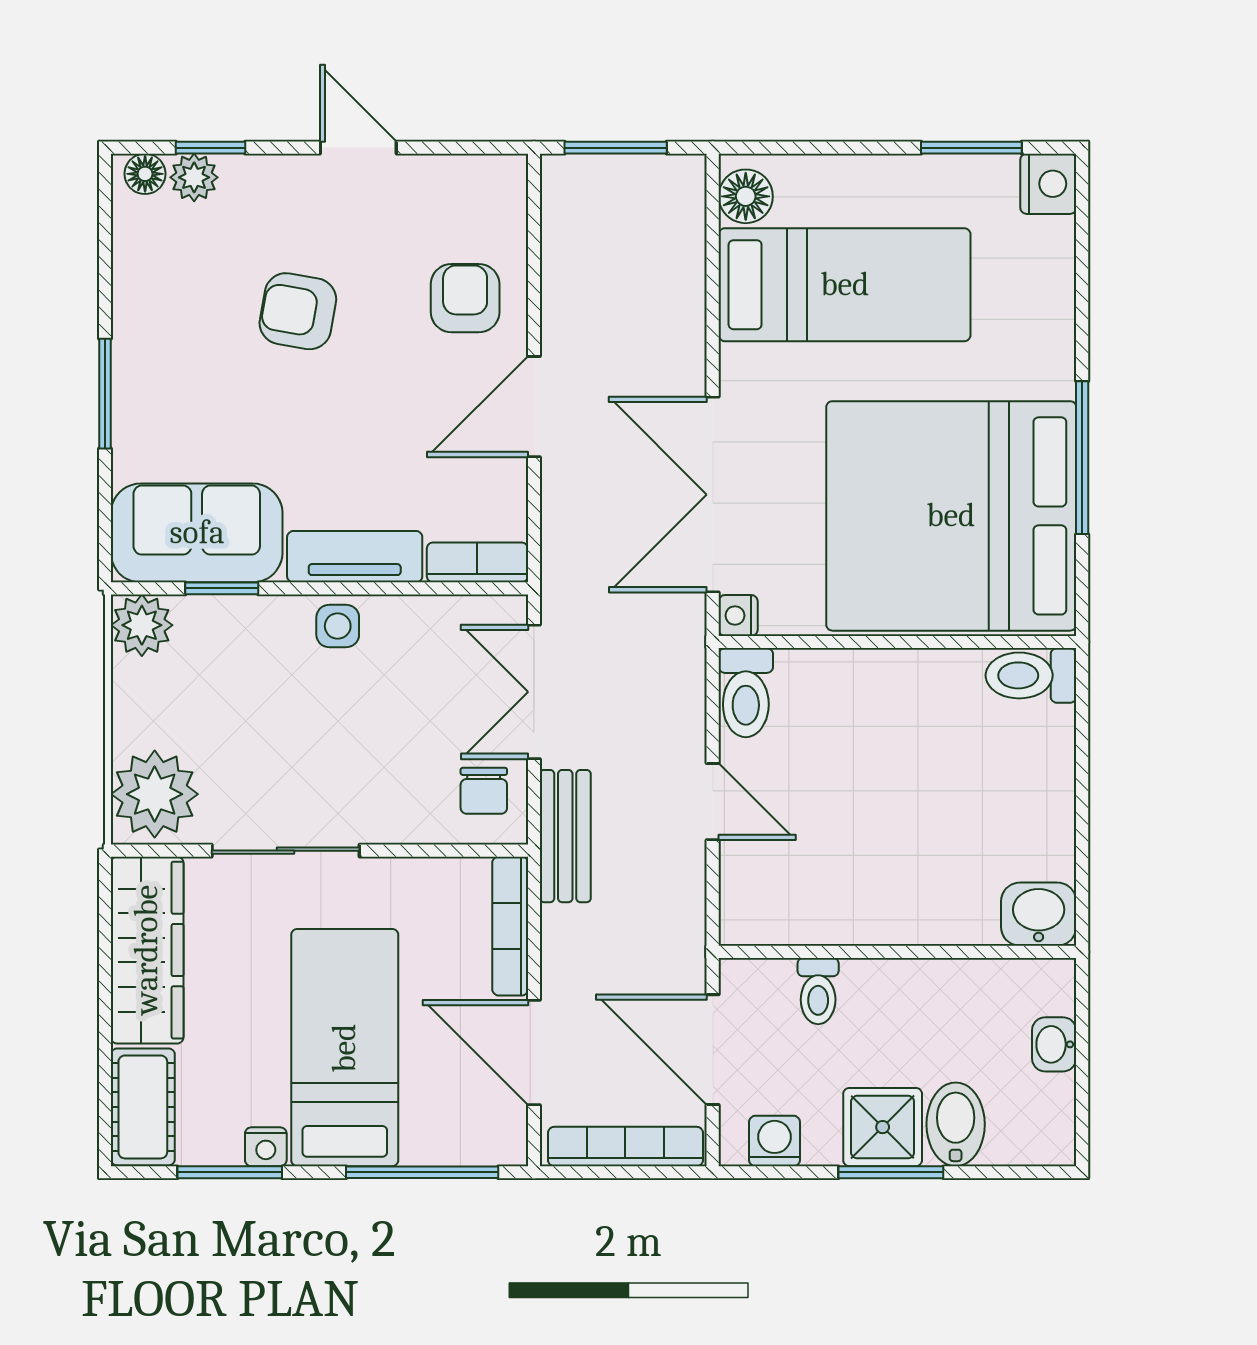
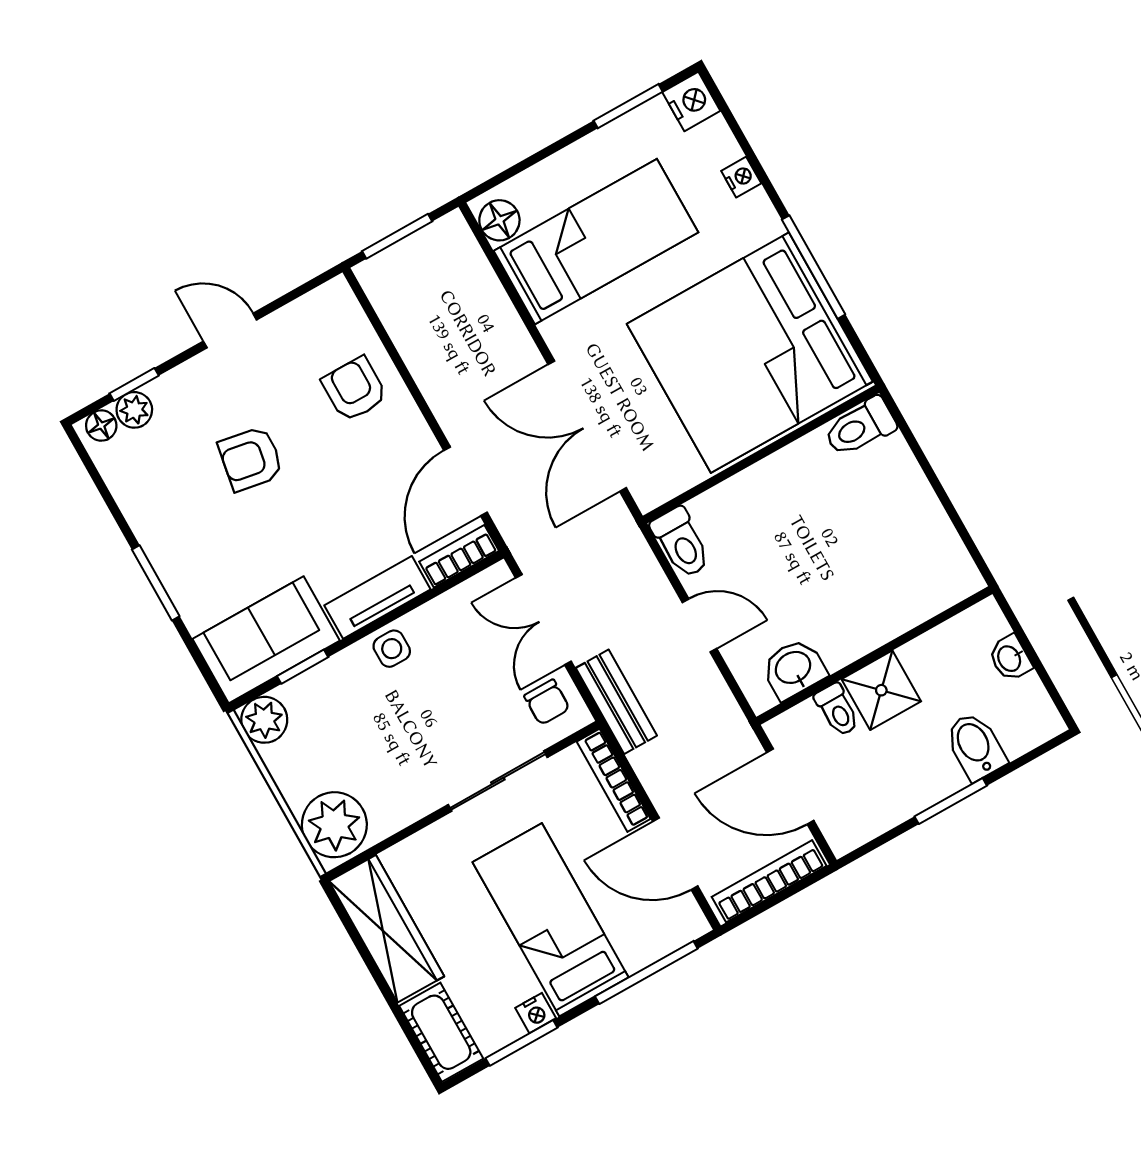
door: (534, 407) -> (465, 481), moved
nightstand: (738, 616) -> (741, 177), moved, turned 180
sliding door: (286, 851) -> (498, 781), moved
washbasin: (1039, 914) -> (794, 669), moved
shower: (883, 1127) -> (881, 690), moved
washing machine: (775, 1141) -> (864, 823), removed

